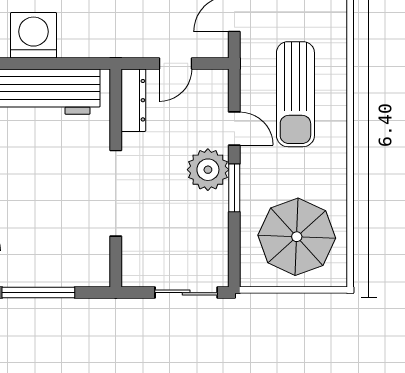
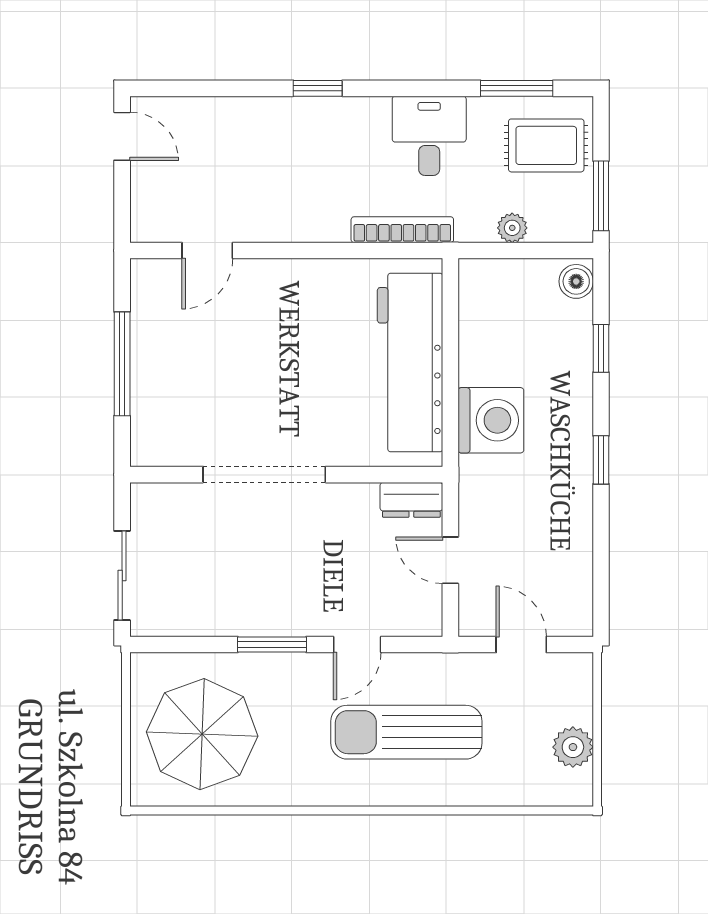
washing machine: (34, 35) -> (491, 420), moved
dresser: (133, 100) -> (411, 500), width x0.70
plant: (208, 170) -> (298, 607), removed

